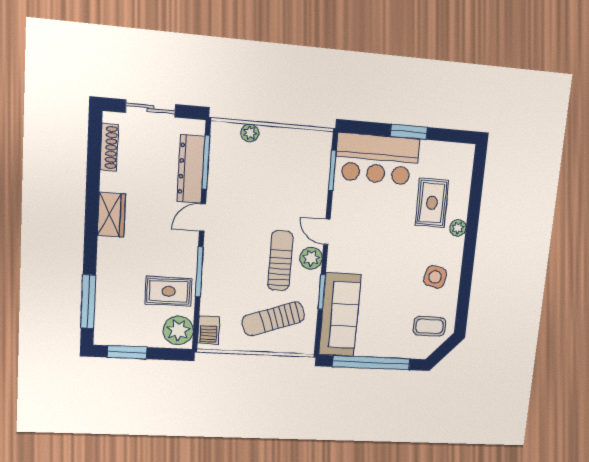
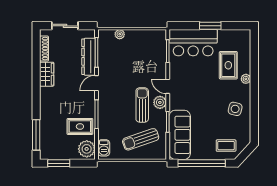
wardrobe: (111, 215) -> (47, 74), moved
coffee table: (429, 326) -> (226, 146), moved

